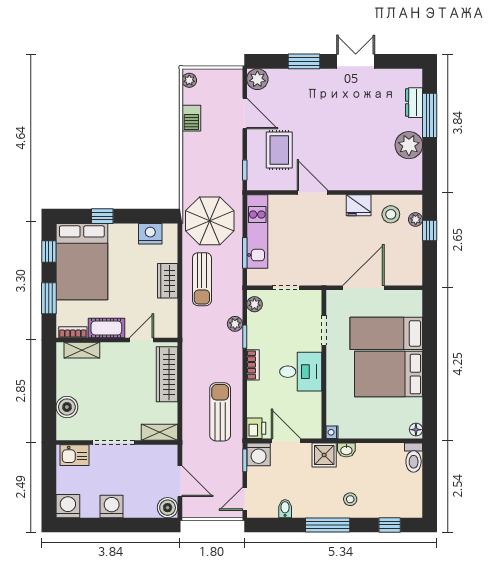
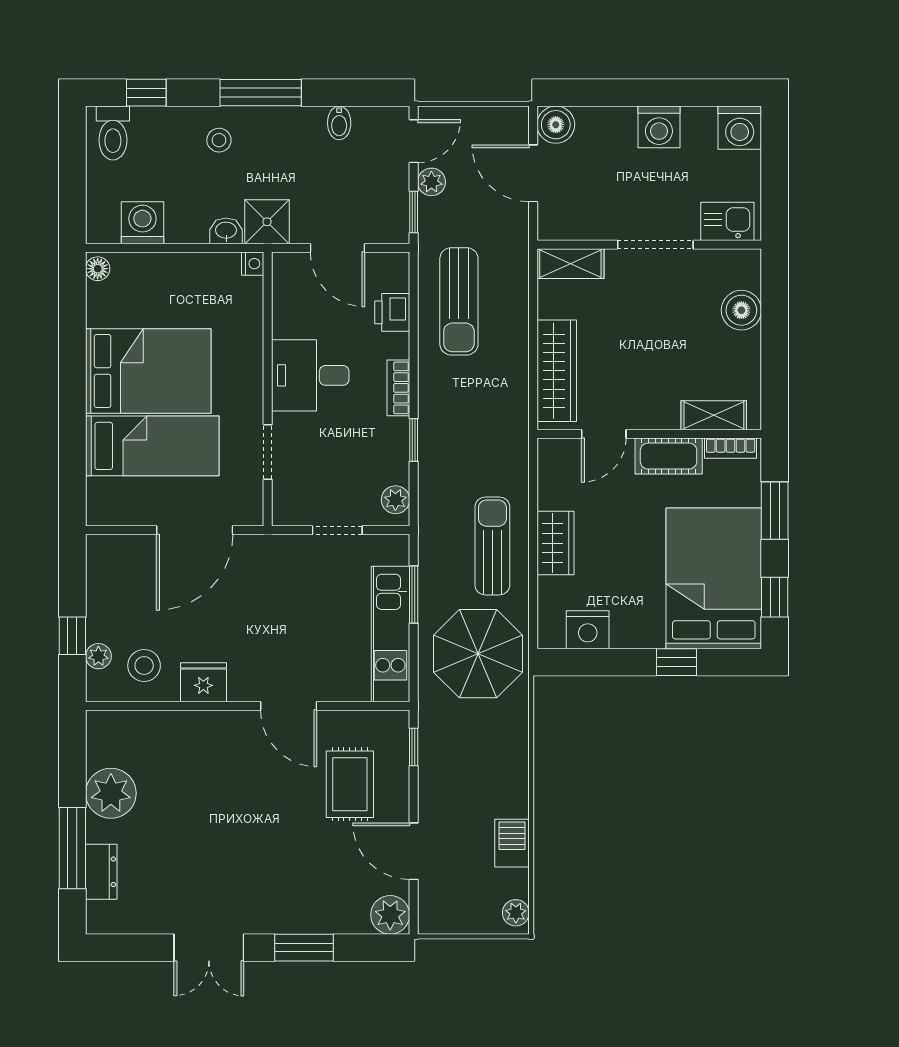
plant: (235, 324) -> (431, 182), moved
printer: (256, 428) -> (392, 312), moved
washing machine: (259, 454) -> (142, 223), moved
toilet: (414, 458) -> (113, 133), moved, turned 180

